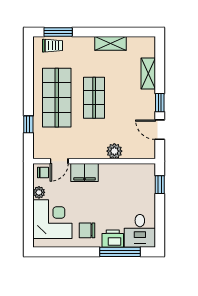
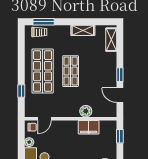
shelving: (148, 74) -> (111, 40), moved
filing cabinet: (85, 172) -> (89, 127), moved

